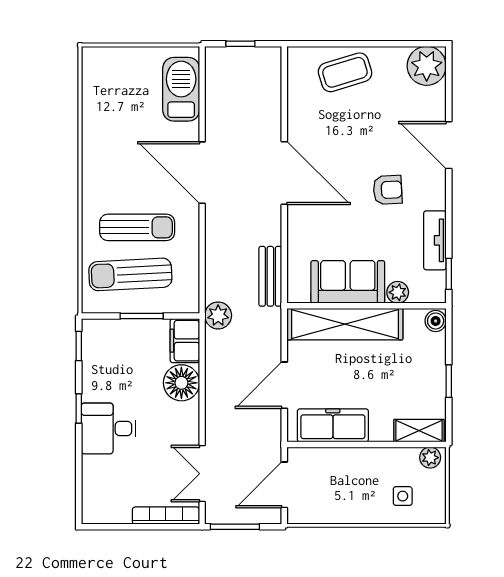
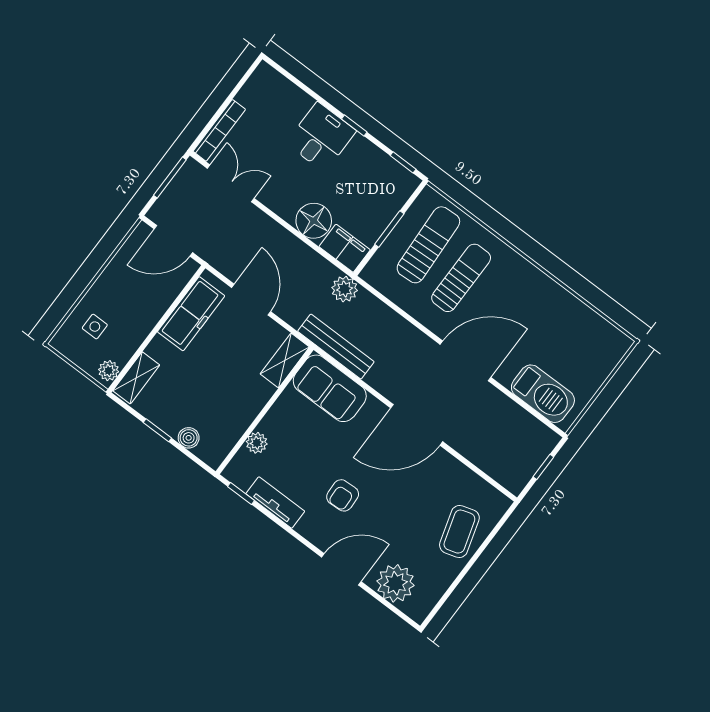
plant: (427, 66) -> (396, 583), moved
sun lounger: (137, 227) -> (461, 278), turned 180
bench: (270, 276) -> (336, 347), width x1.36
sofa: (348, 282) -> (330, 388), moved, turned 90
boiler: (436, 321) -> (189, 438), moved
shelving: (345, 324) -> (285, 361), width x0.45, depth x0.75
door: (284, 485) -> (173, 241), swing flipped

